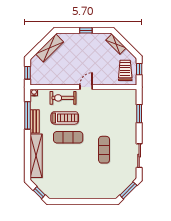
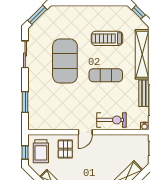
pallet: (104, 72) -> (65, 149), added
treadmill: (65, 118) -> (107, 38), moved
exercise mat: (104, 150) -> (65, 61), width x2.00, depth x1.45

